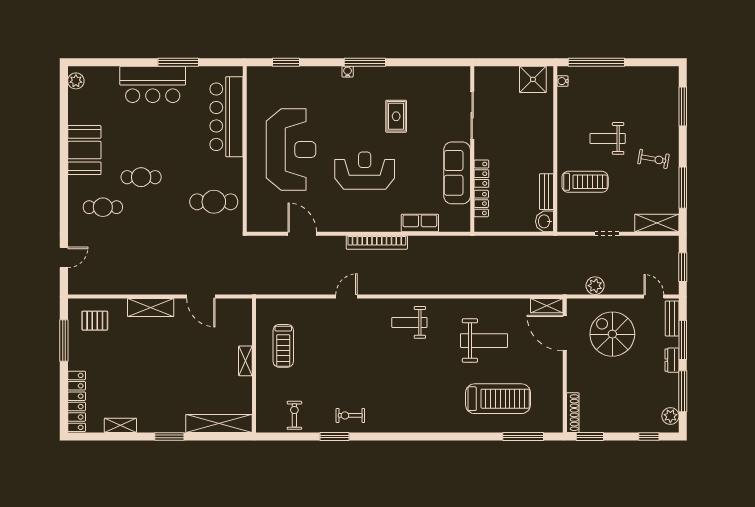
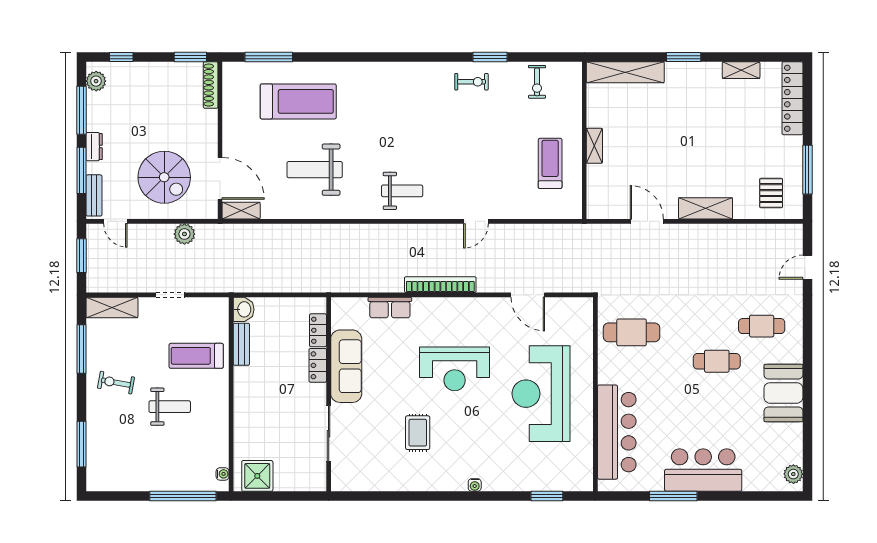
window: (365, 62) -> (454, 496), removed
pallet: (95, 321) -> (771, 193), turned 90
treadmill: (498, 399) -> (298, 101), turned 180

